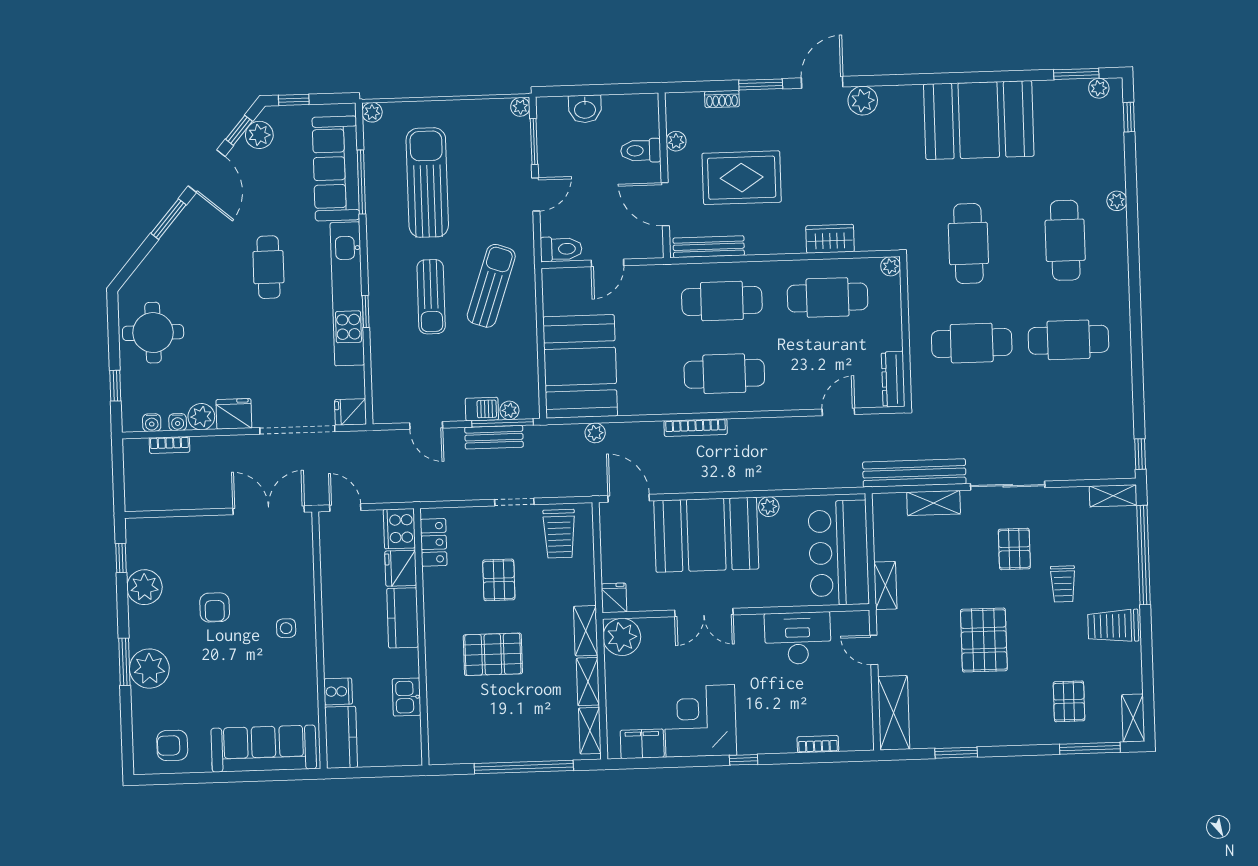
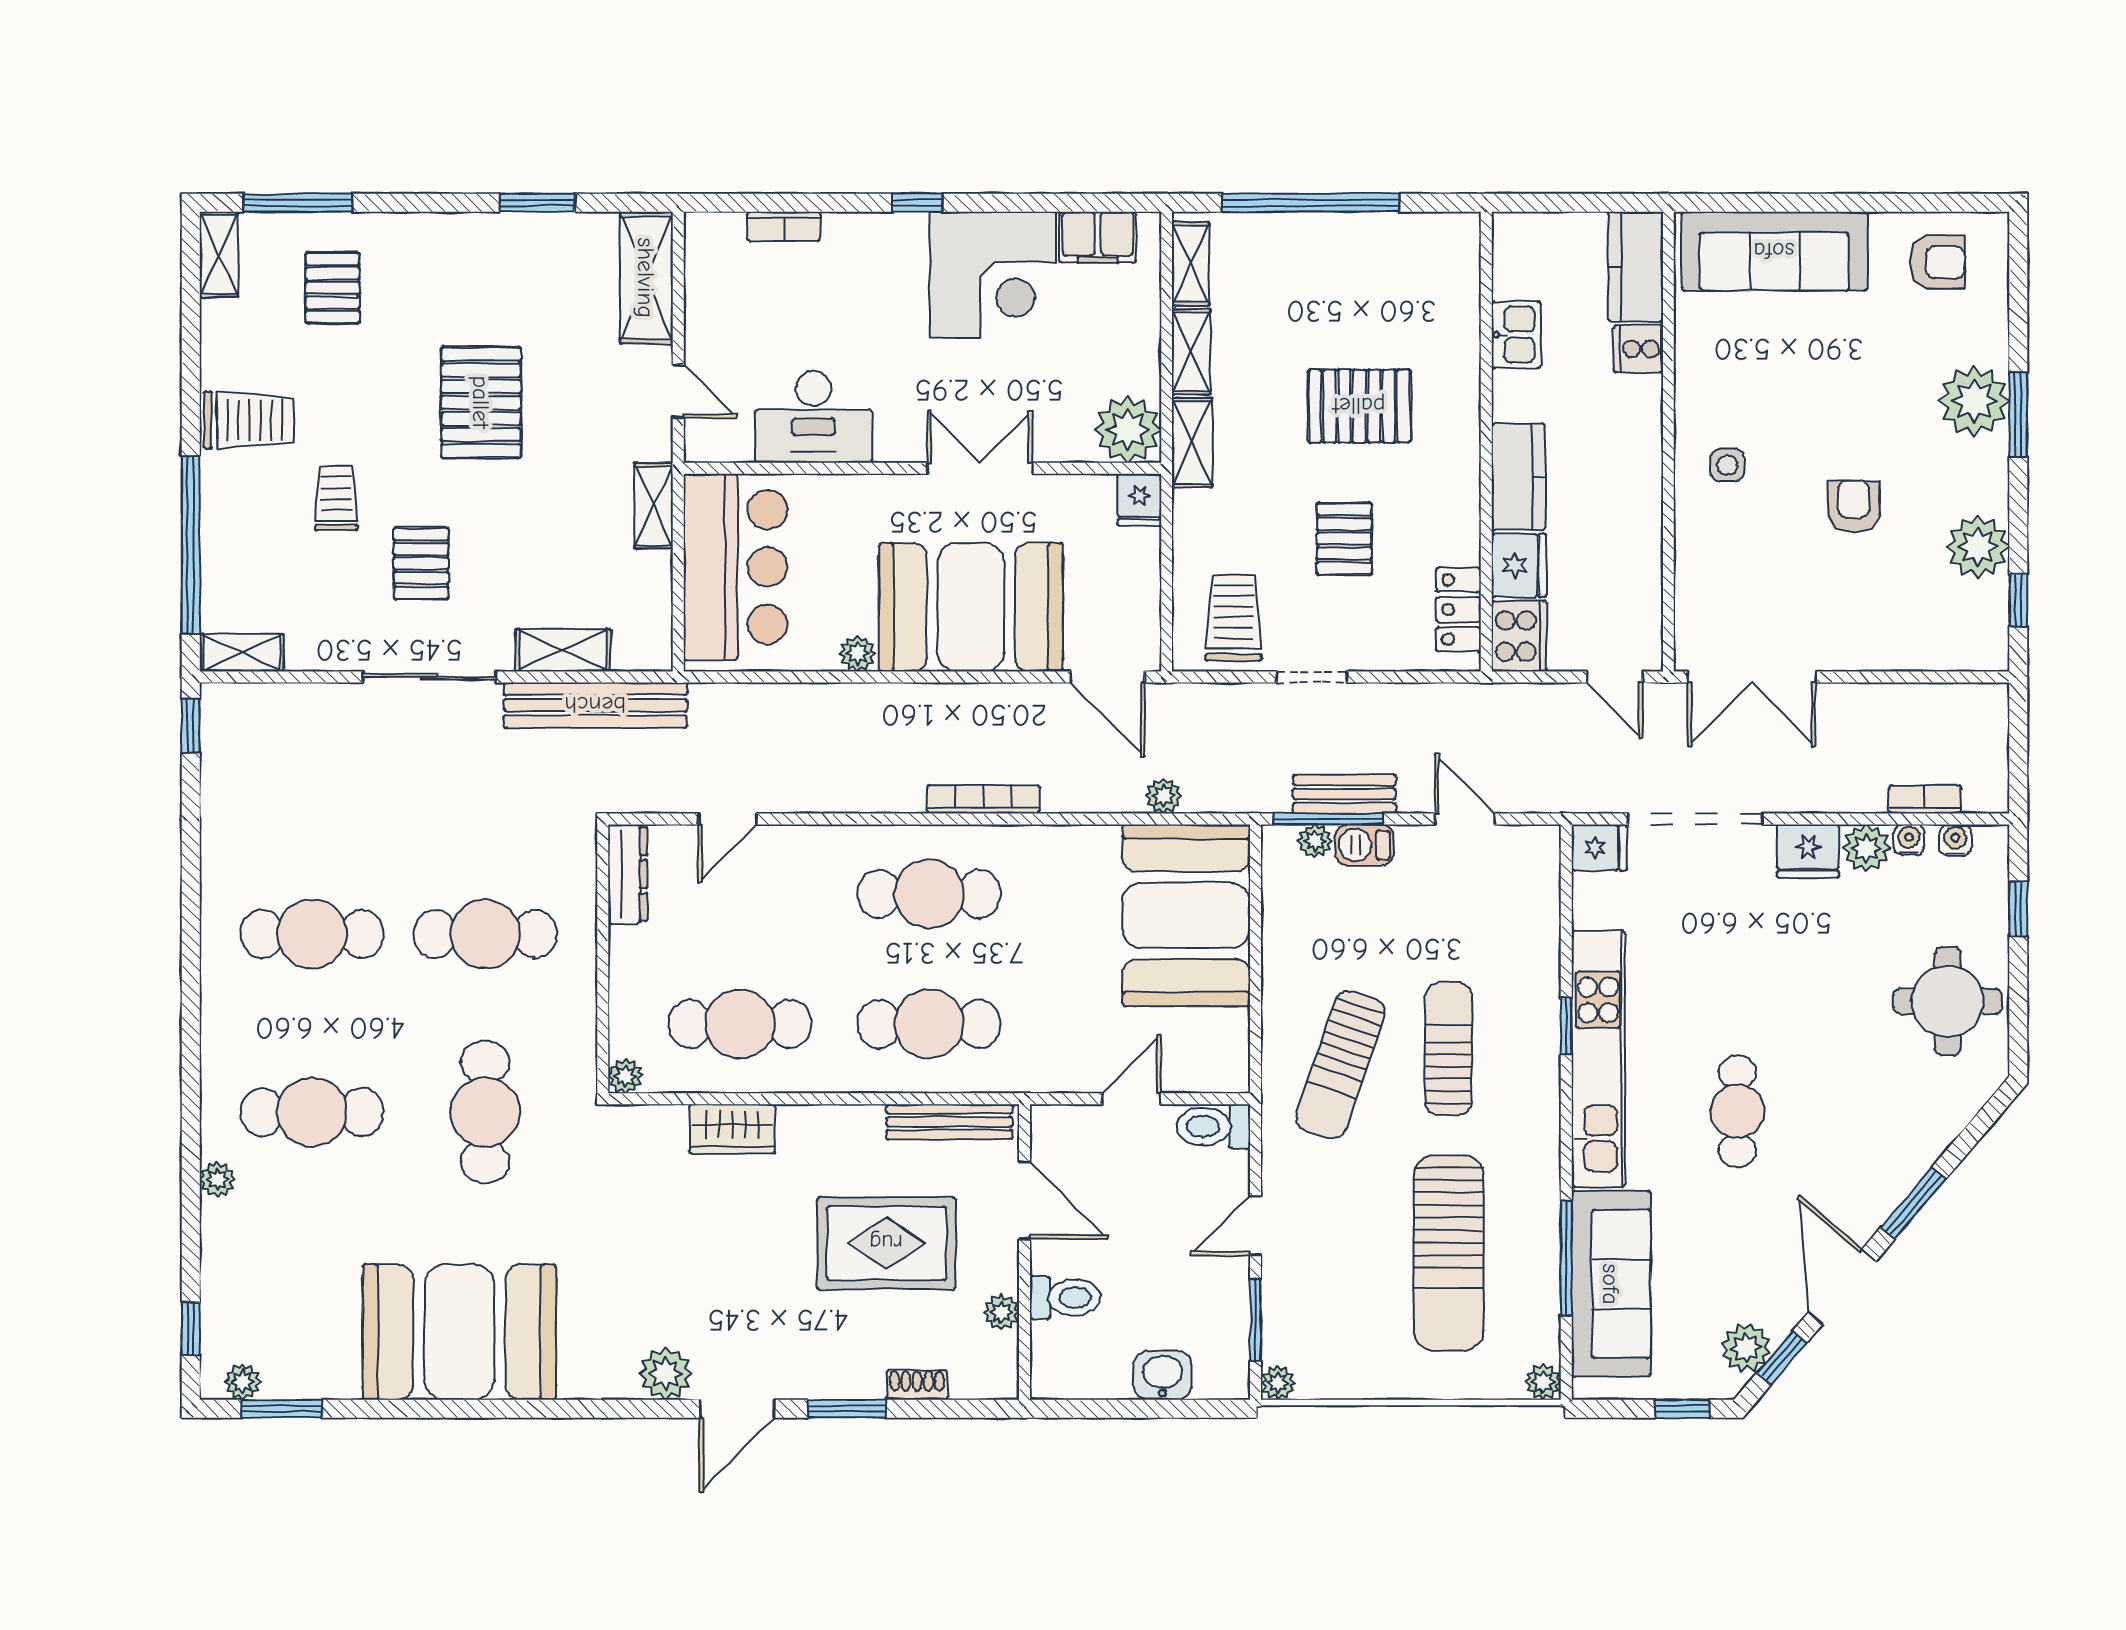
cafe table: (1065, 240) -> (312, 1112), turned 90

